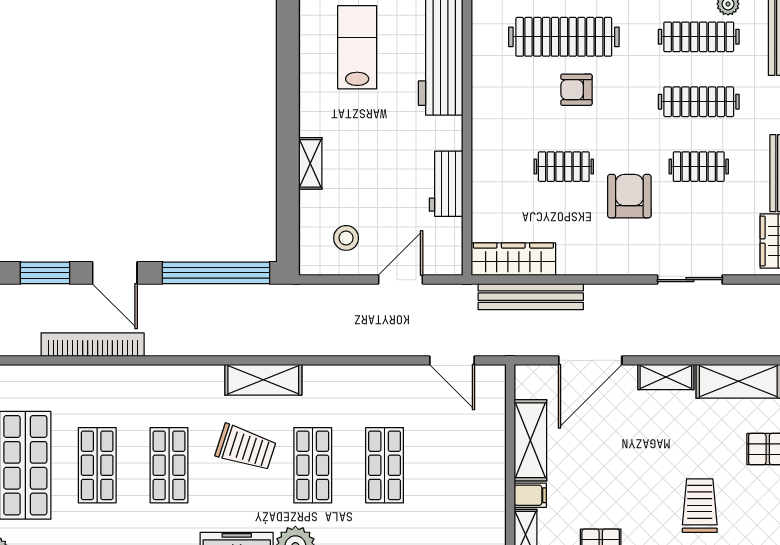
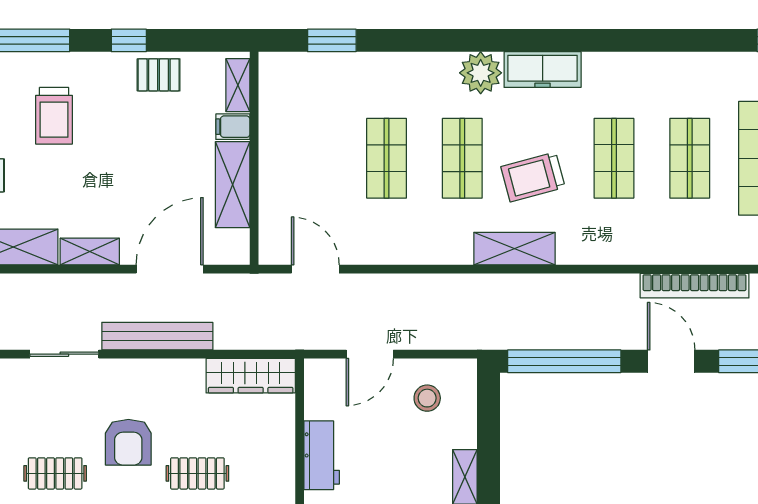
bench: (531, 297) -> (157, 336), moved
trolley: (246, 448) -> (533, 177), turned -33

